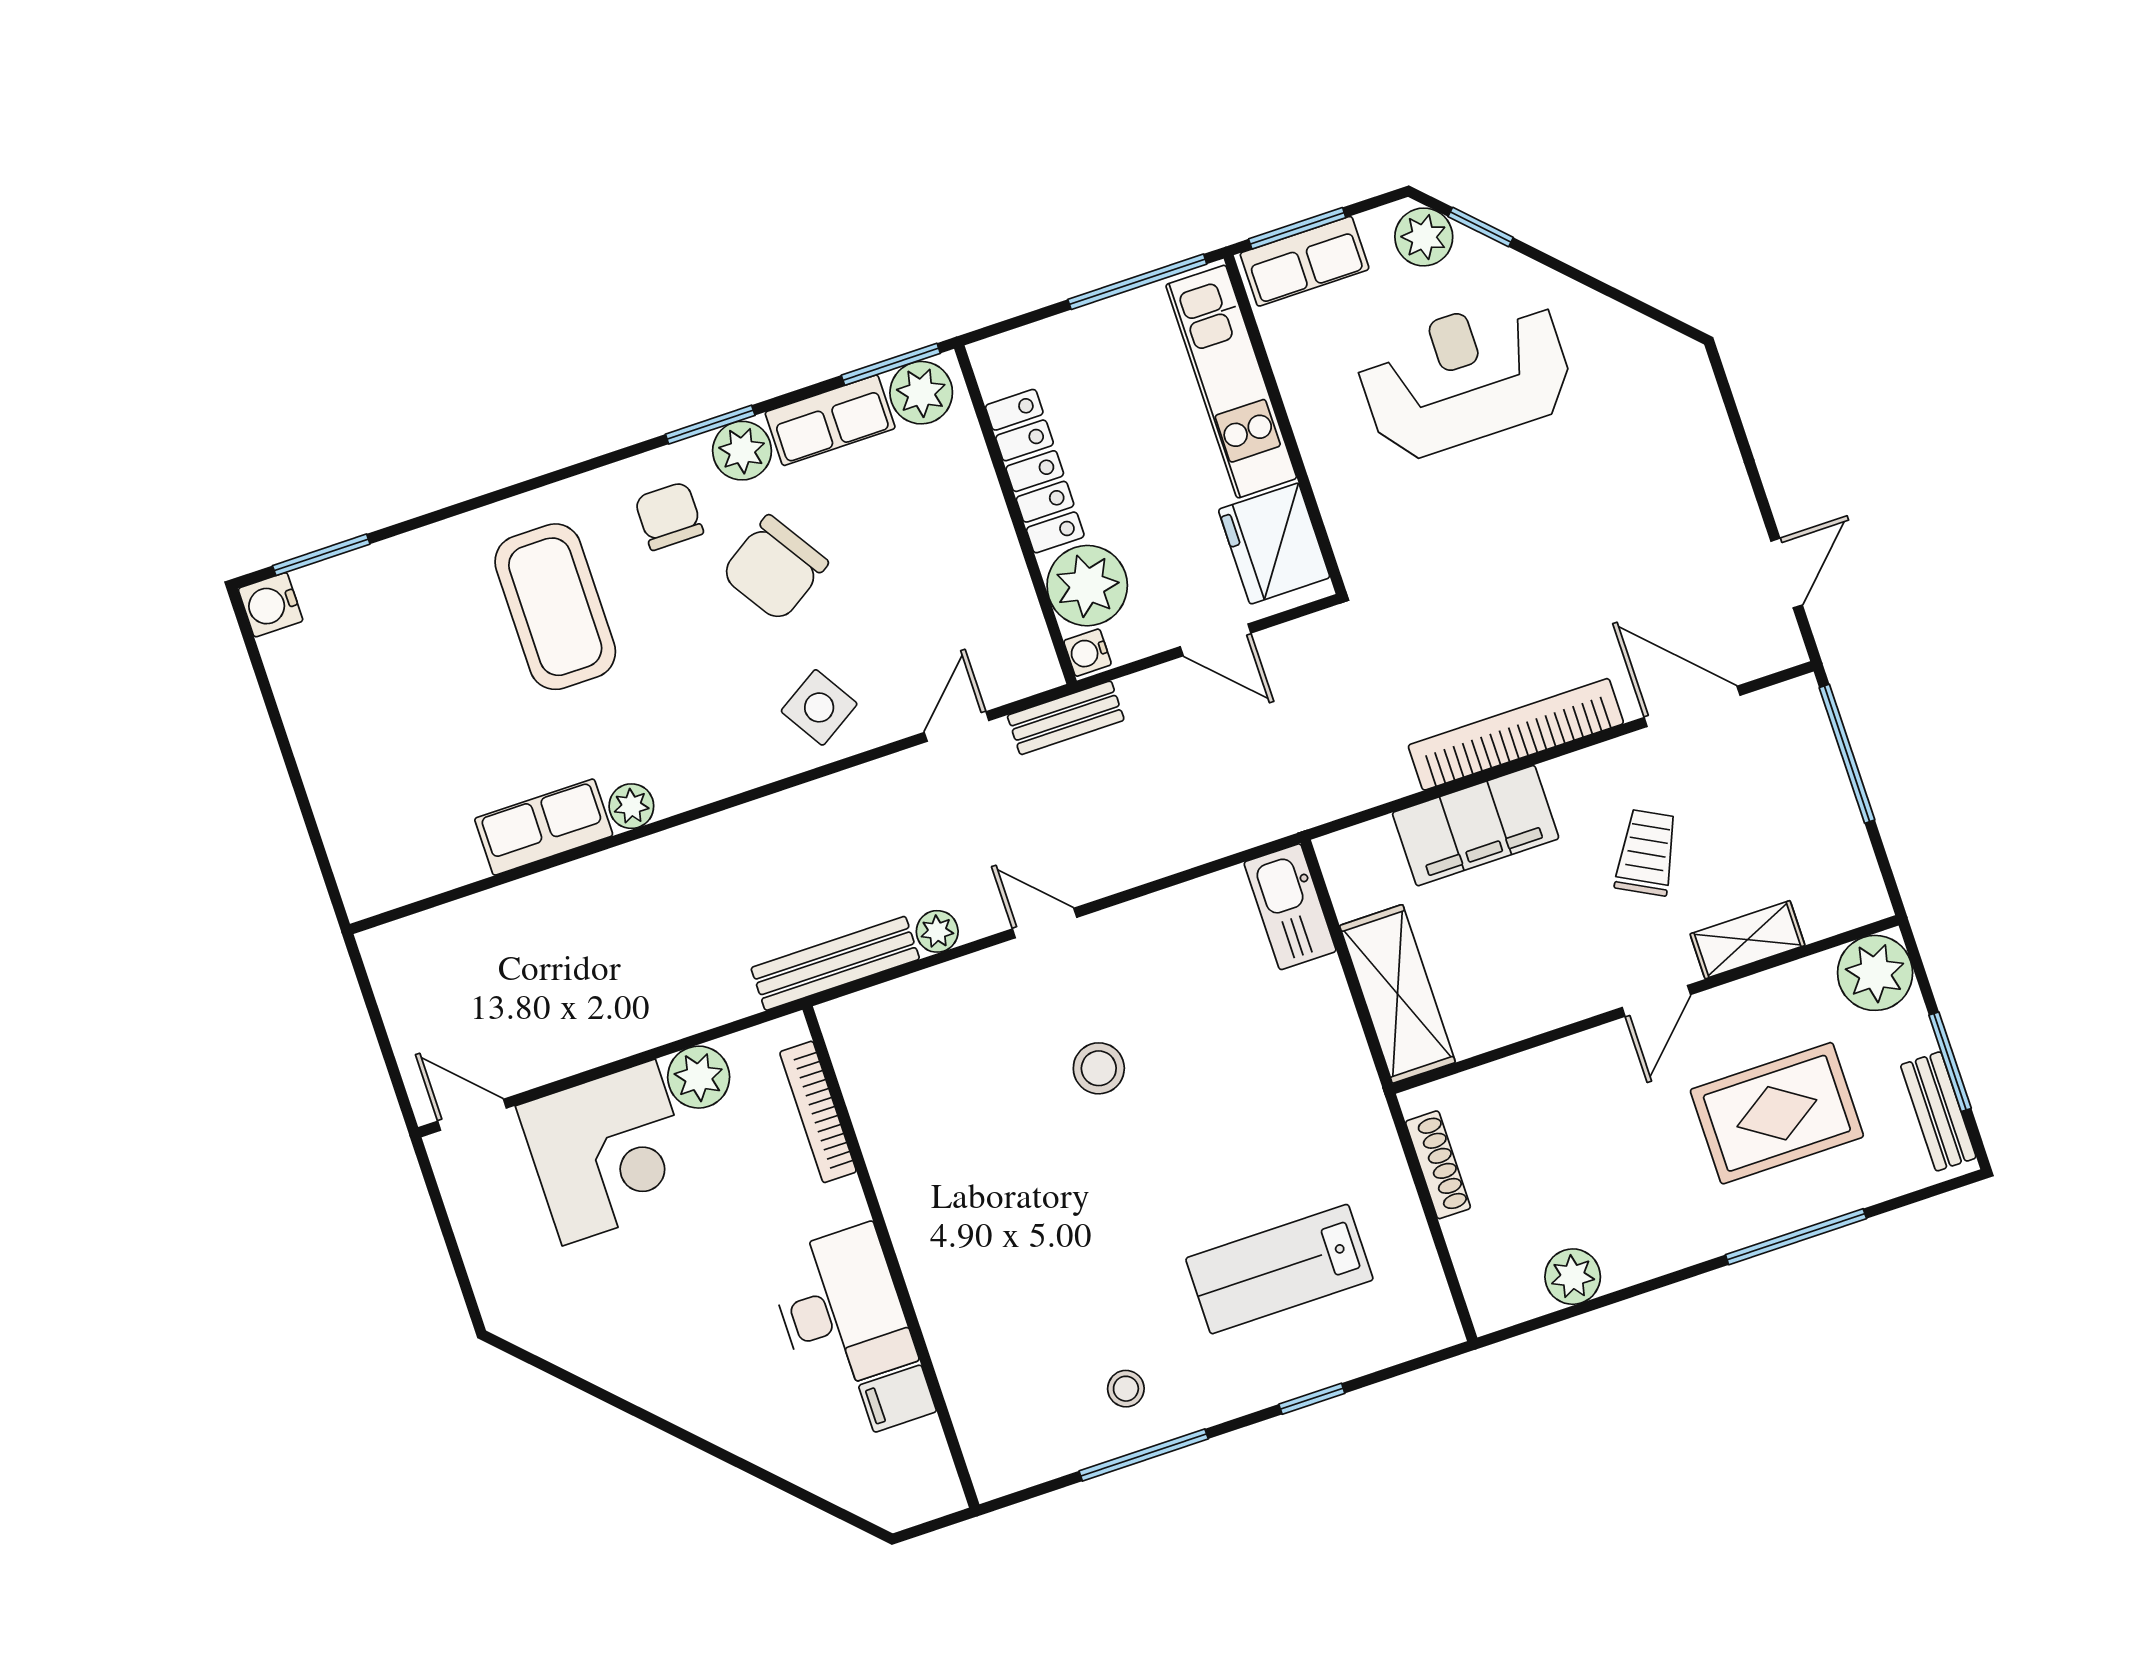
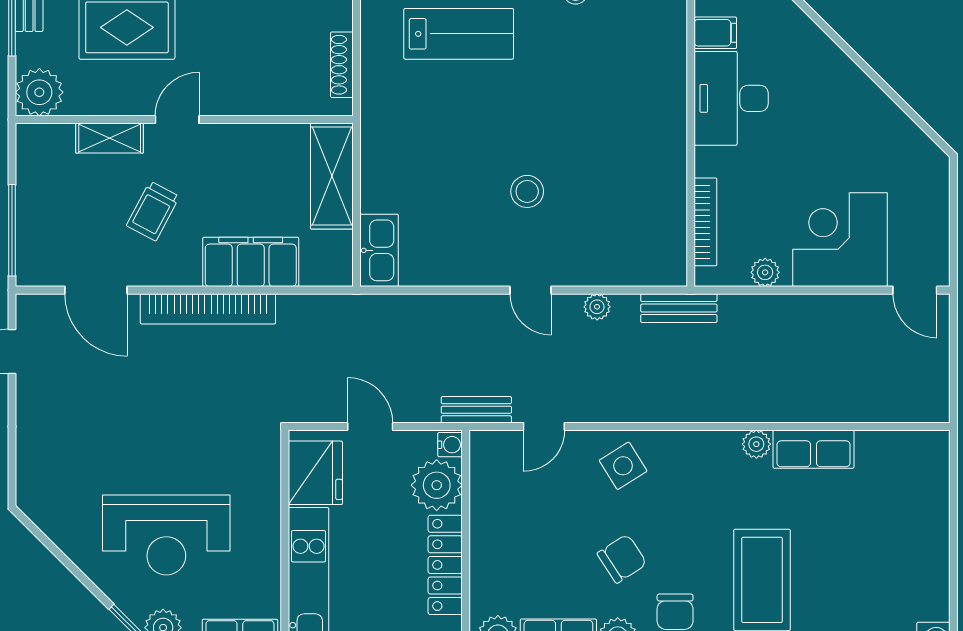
chair: (774, 569) -> (622, 559), width x0.73, depth x0.73
bench: (835, 963) -> (679, 308), width x0.73
plant: (699, 1077) -> (765, 272), width x0.73, depth x0.73

